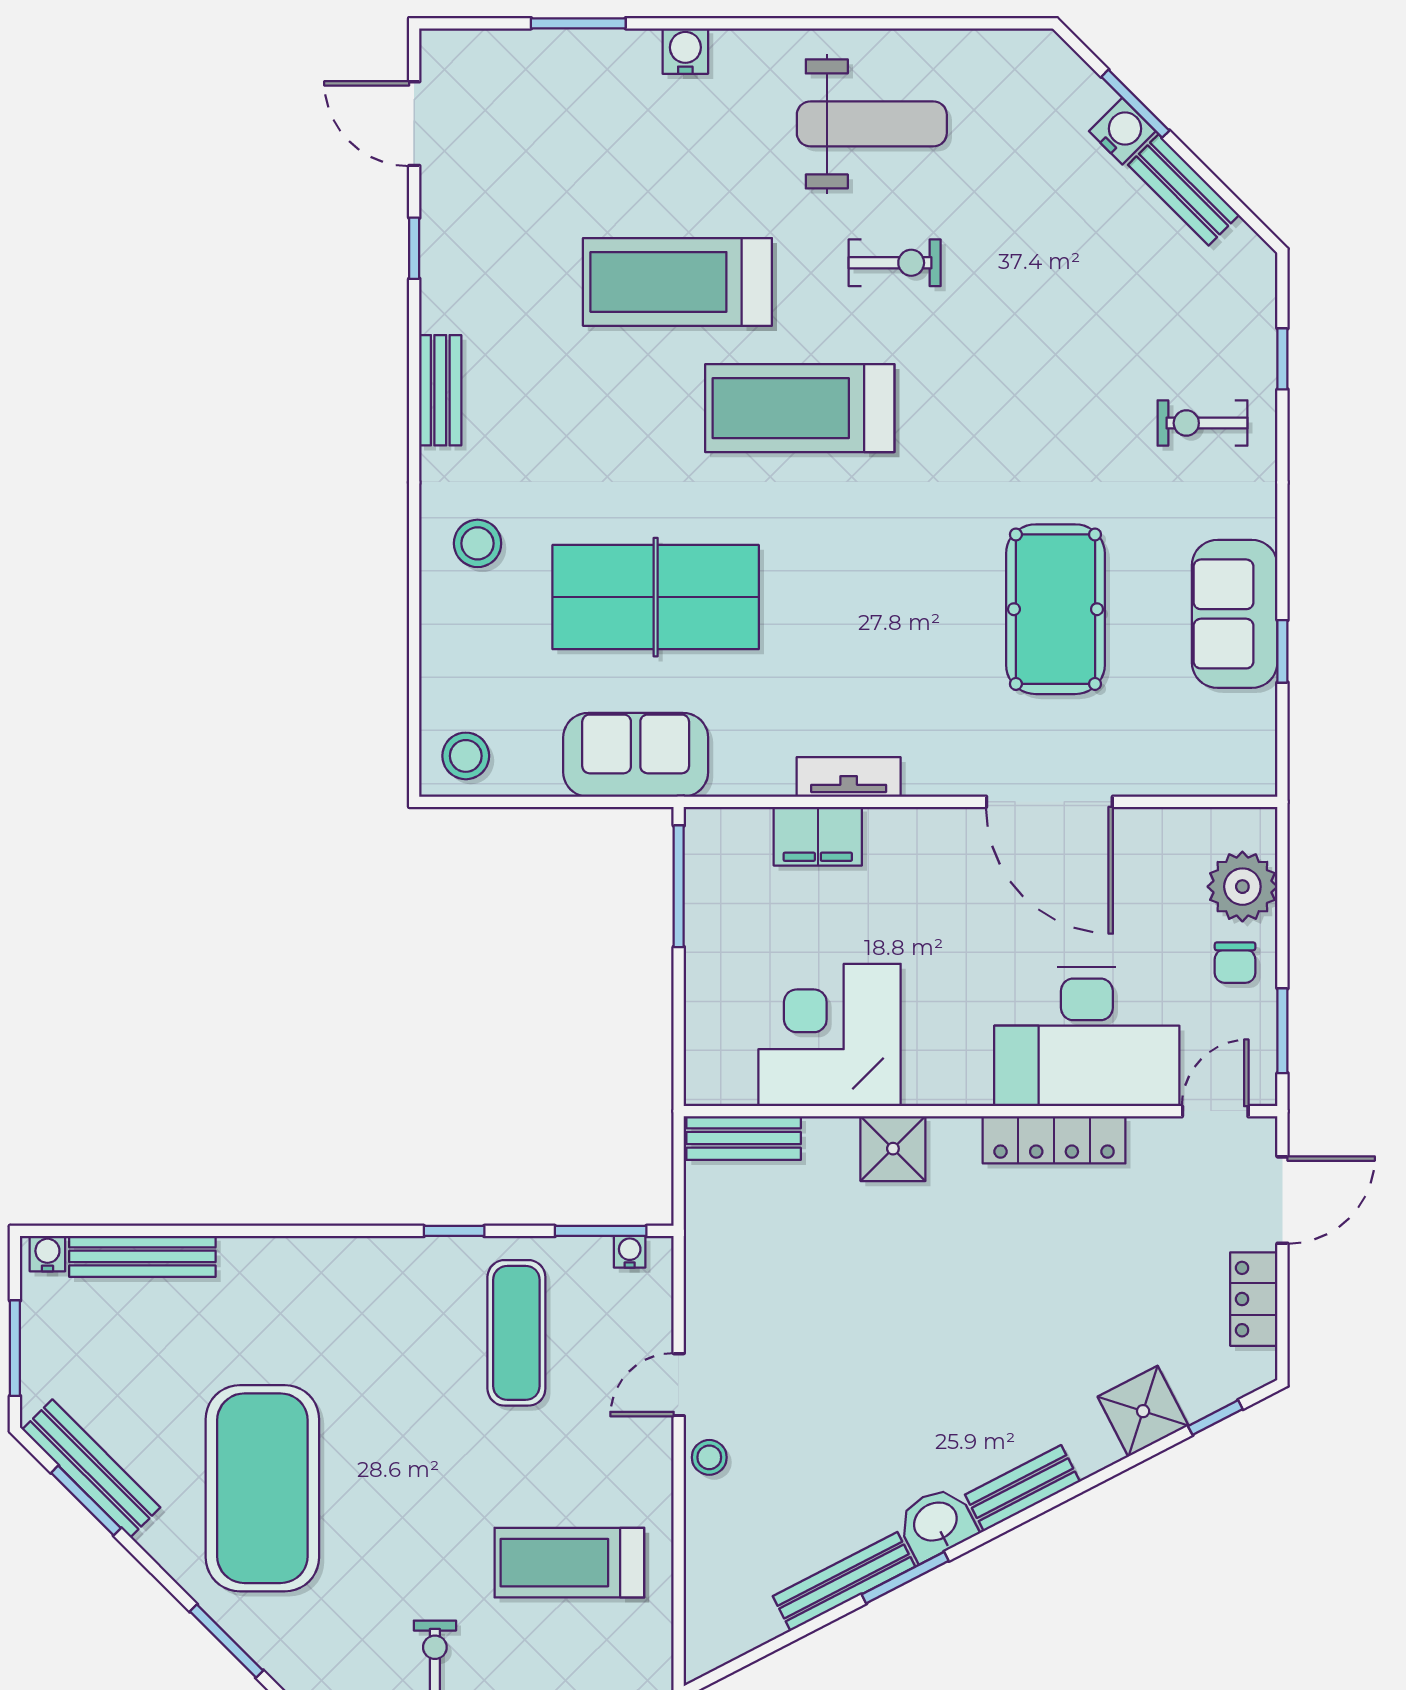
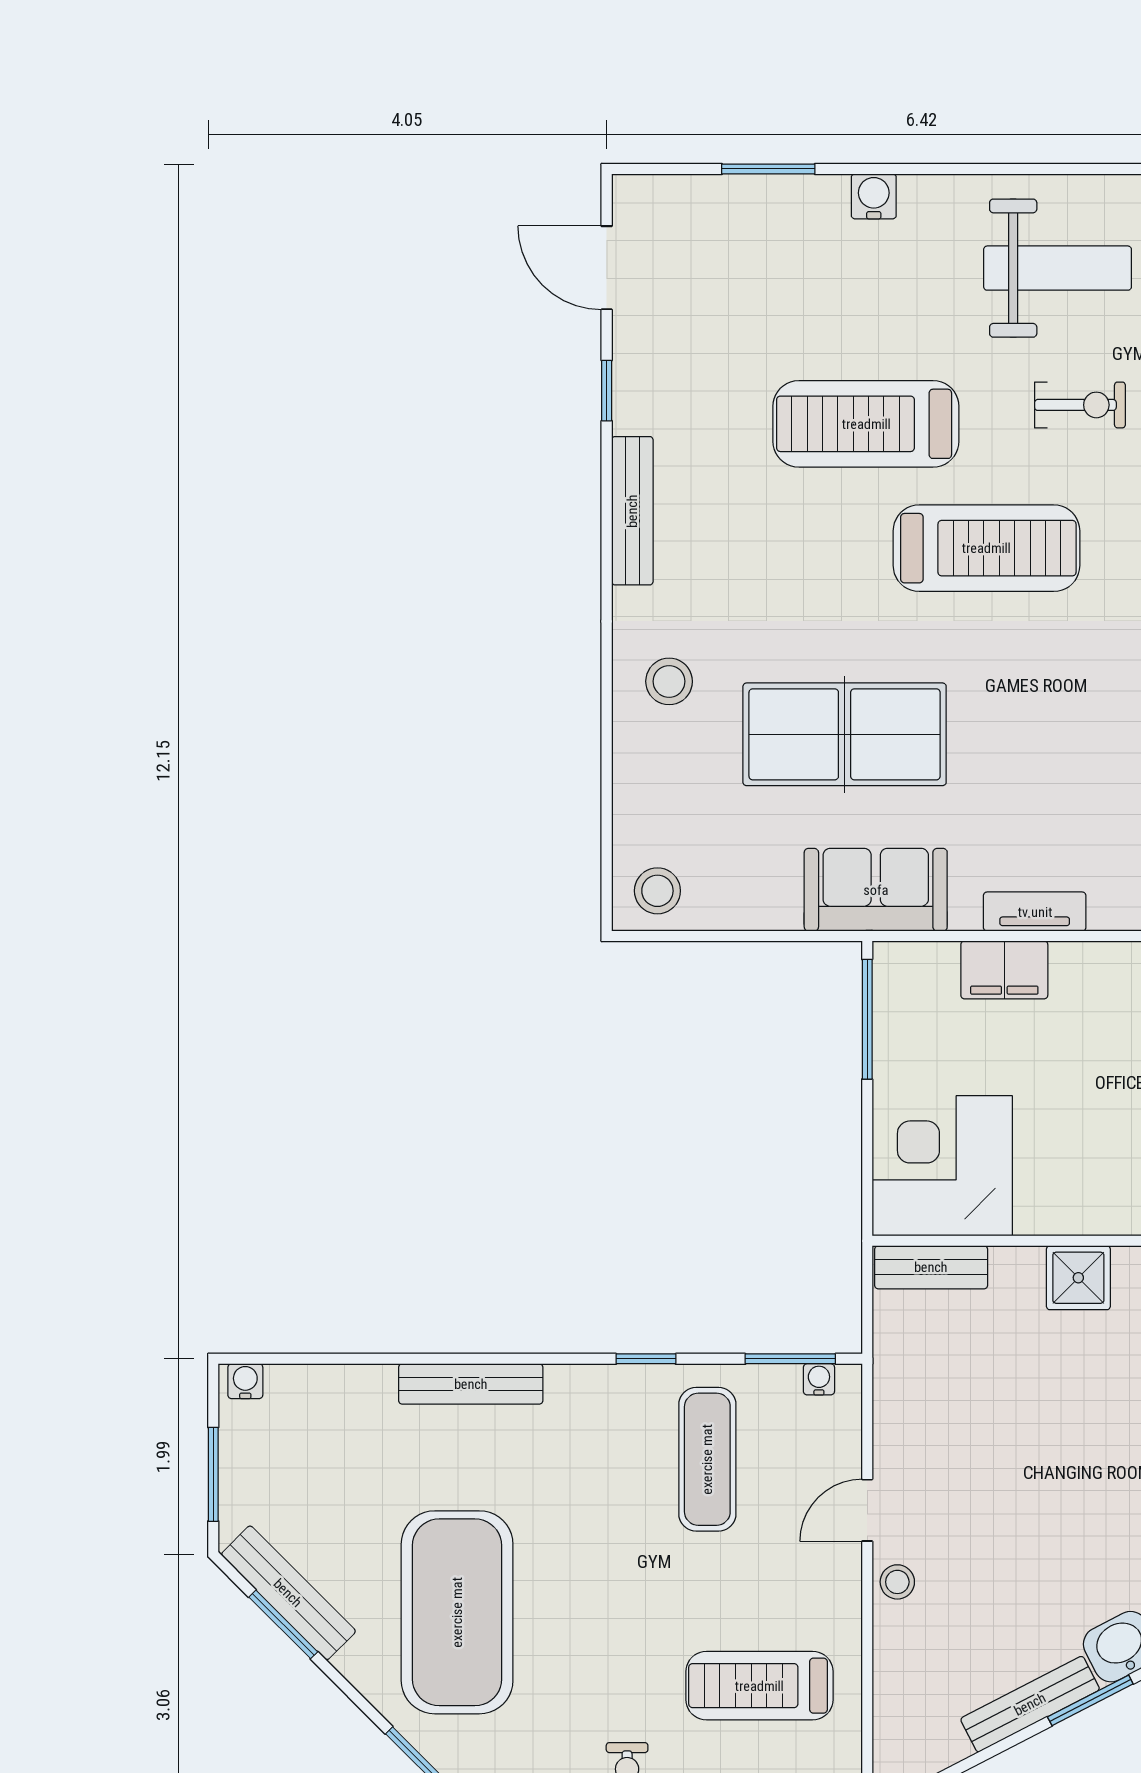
bench: (440, 390) -> (632, 511), width x1.36
treadmill: (800, 408) -> (986, 548), turned 180
sofa: (636, 755) -> (876, 890), moved
corner desk: (830, 1035) -> (942, 1166), moved
bench: (142, 1256) -> (471, 1384), moved

